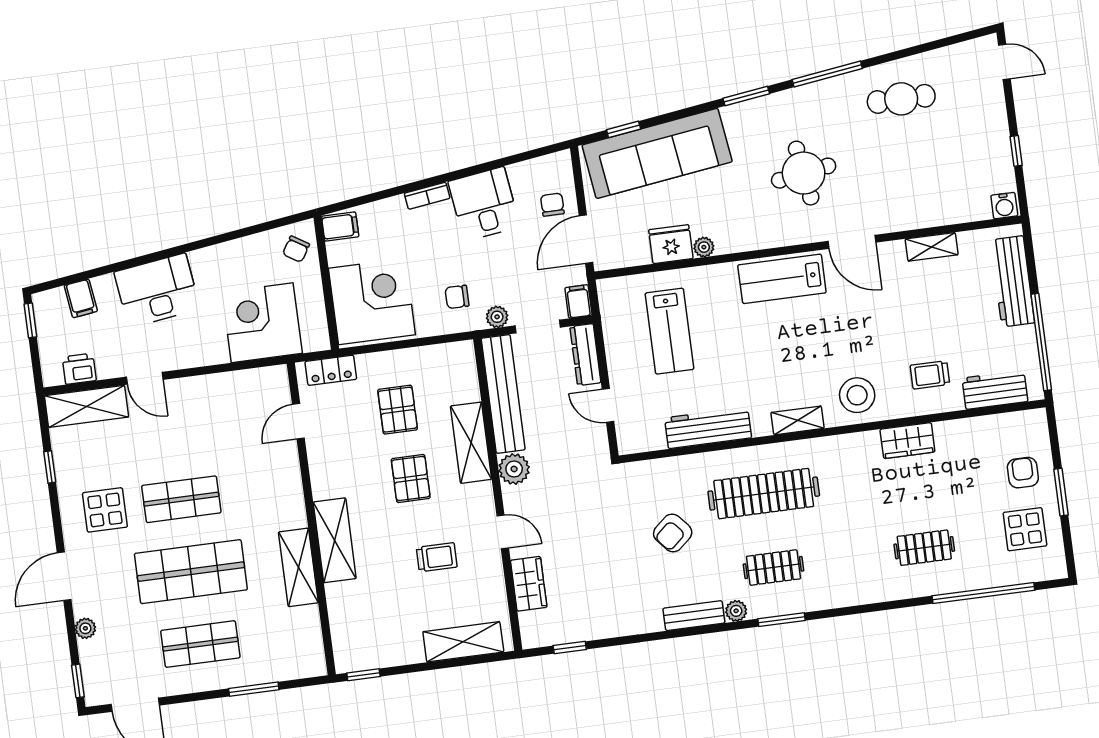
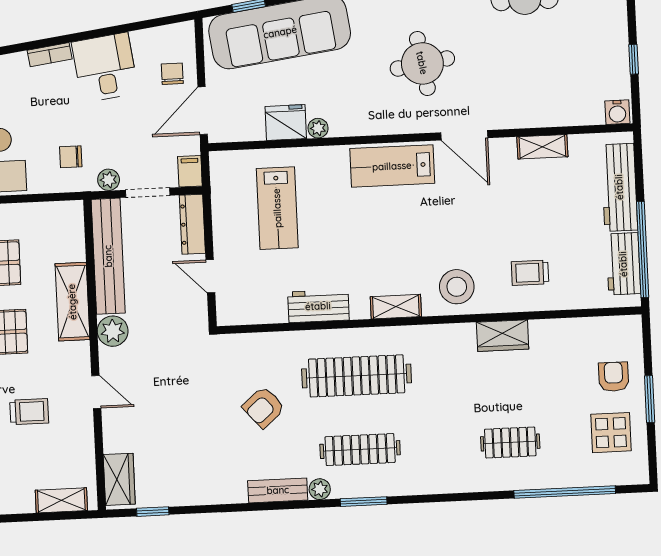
workbench: (995, 390) -> (623, 264), moved, turned -90
workbench: (708, 428) -> (318, 306), width x0.73
clothes rail: (773, 568) -> (360, 450), width x1.36
wardrobe: (529, 584) -> (119, 479), moved
shelving: (463, 642) -> (61, 500), width x0.67, depth x0.75

